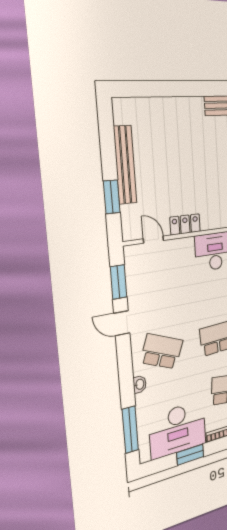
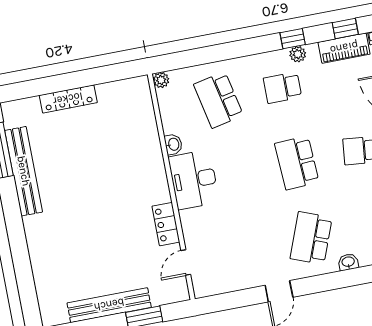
window: (119, 282) -> (234, 300), removed

